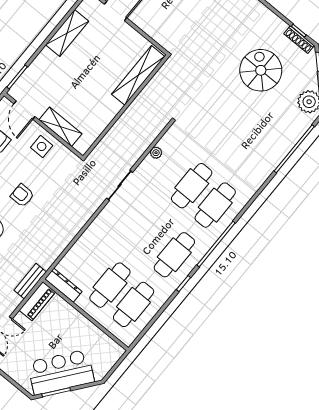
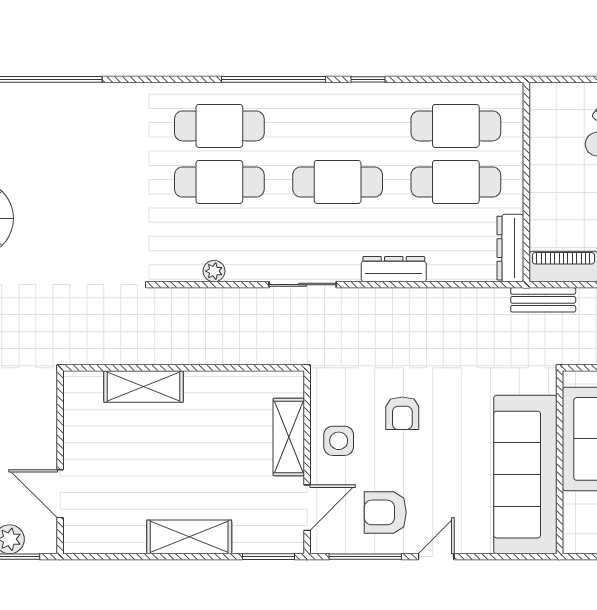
shelving: (67, 33) -> (189, 537), moved
shelving: (138, 75) -> (144, 387), width x0.68
armchair: (22, 195) -> (402, 413), moved
dresser: (95, 229) -> (394, 269), added
cafe table: (174, 255) -> (338, 182), moved

